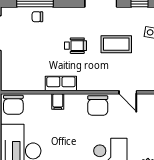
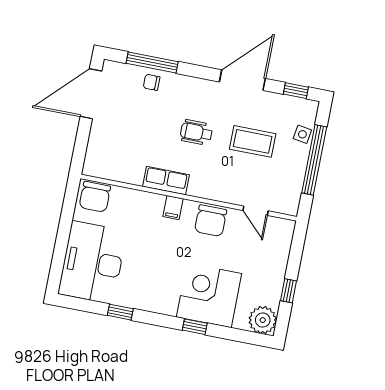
wheelchair: (76, 46) -> (196, 132), turned 180
filing cabinet: (58, 101) -> (173, 208), moved

